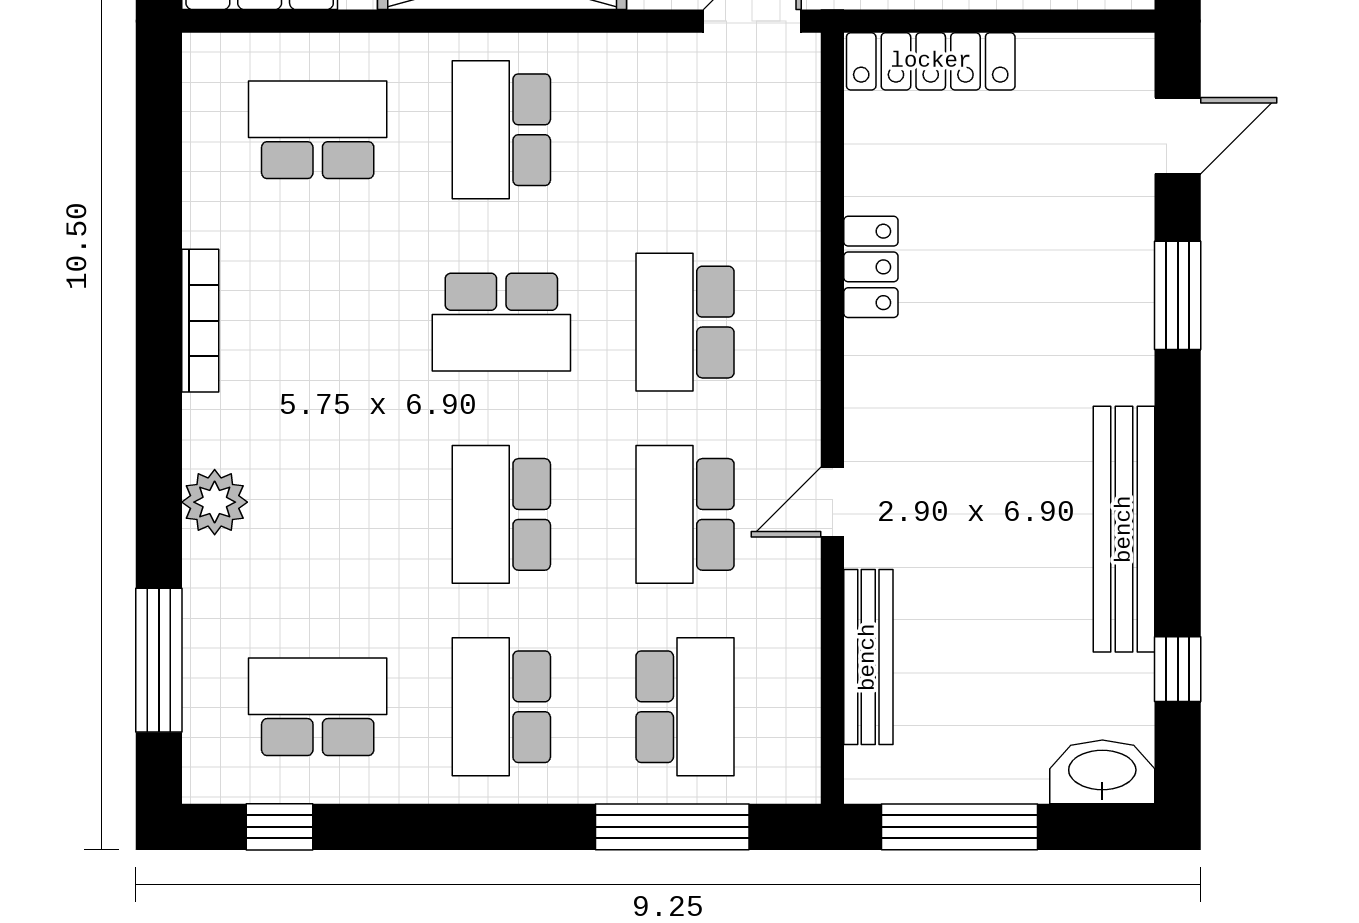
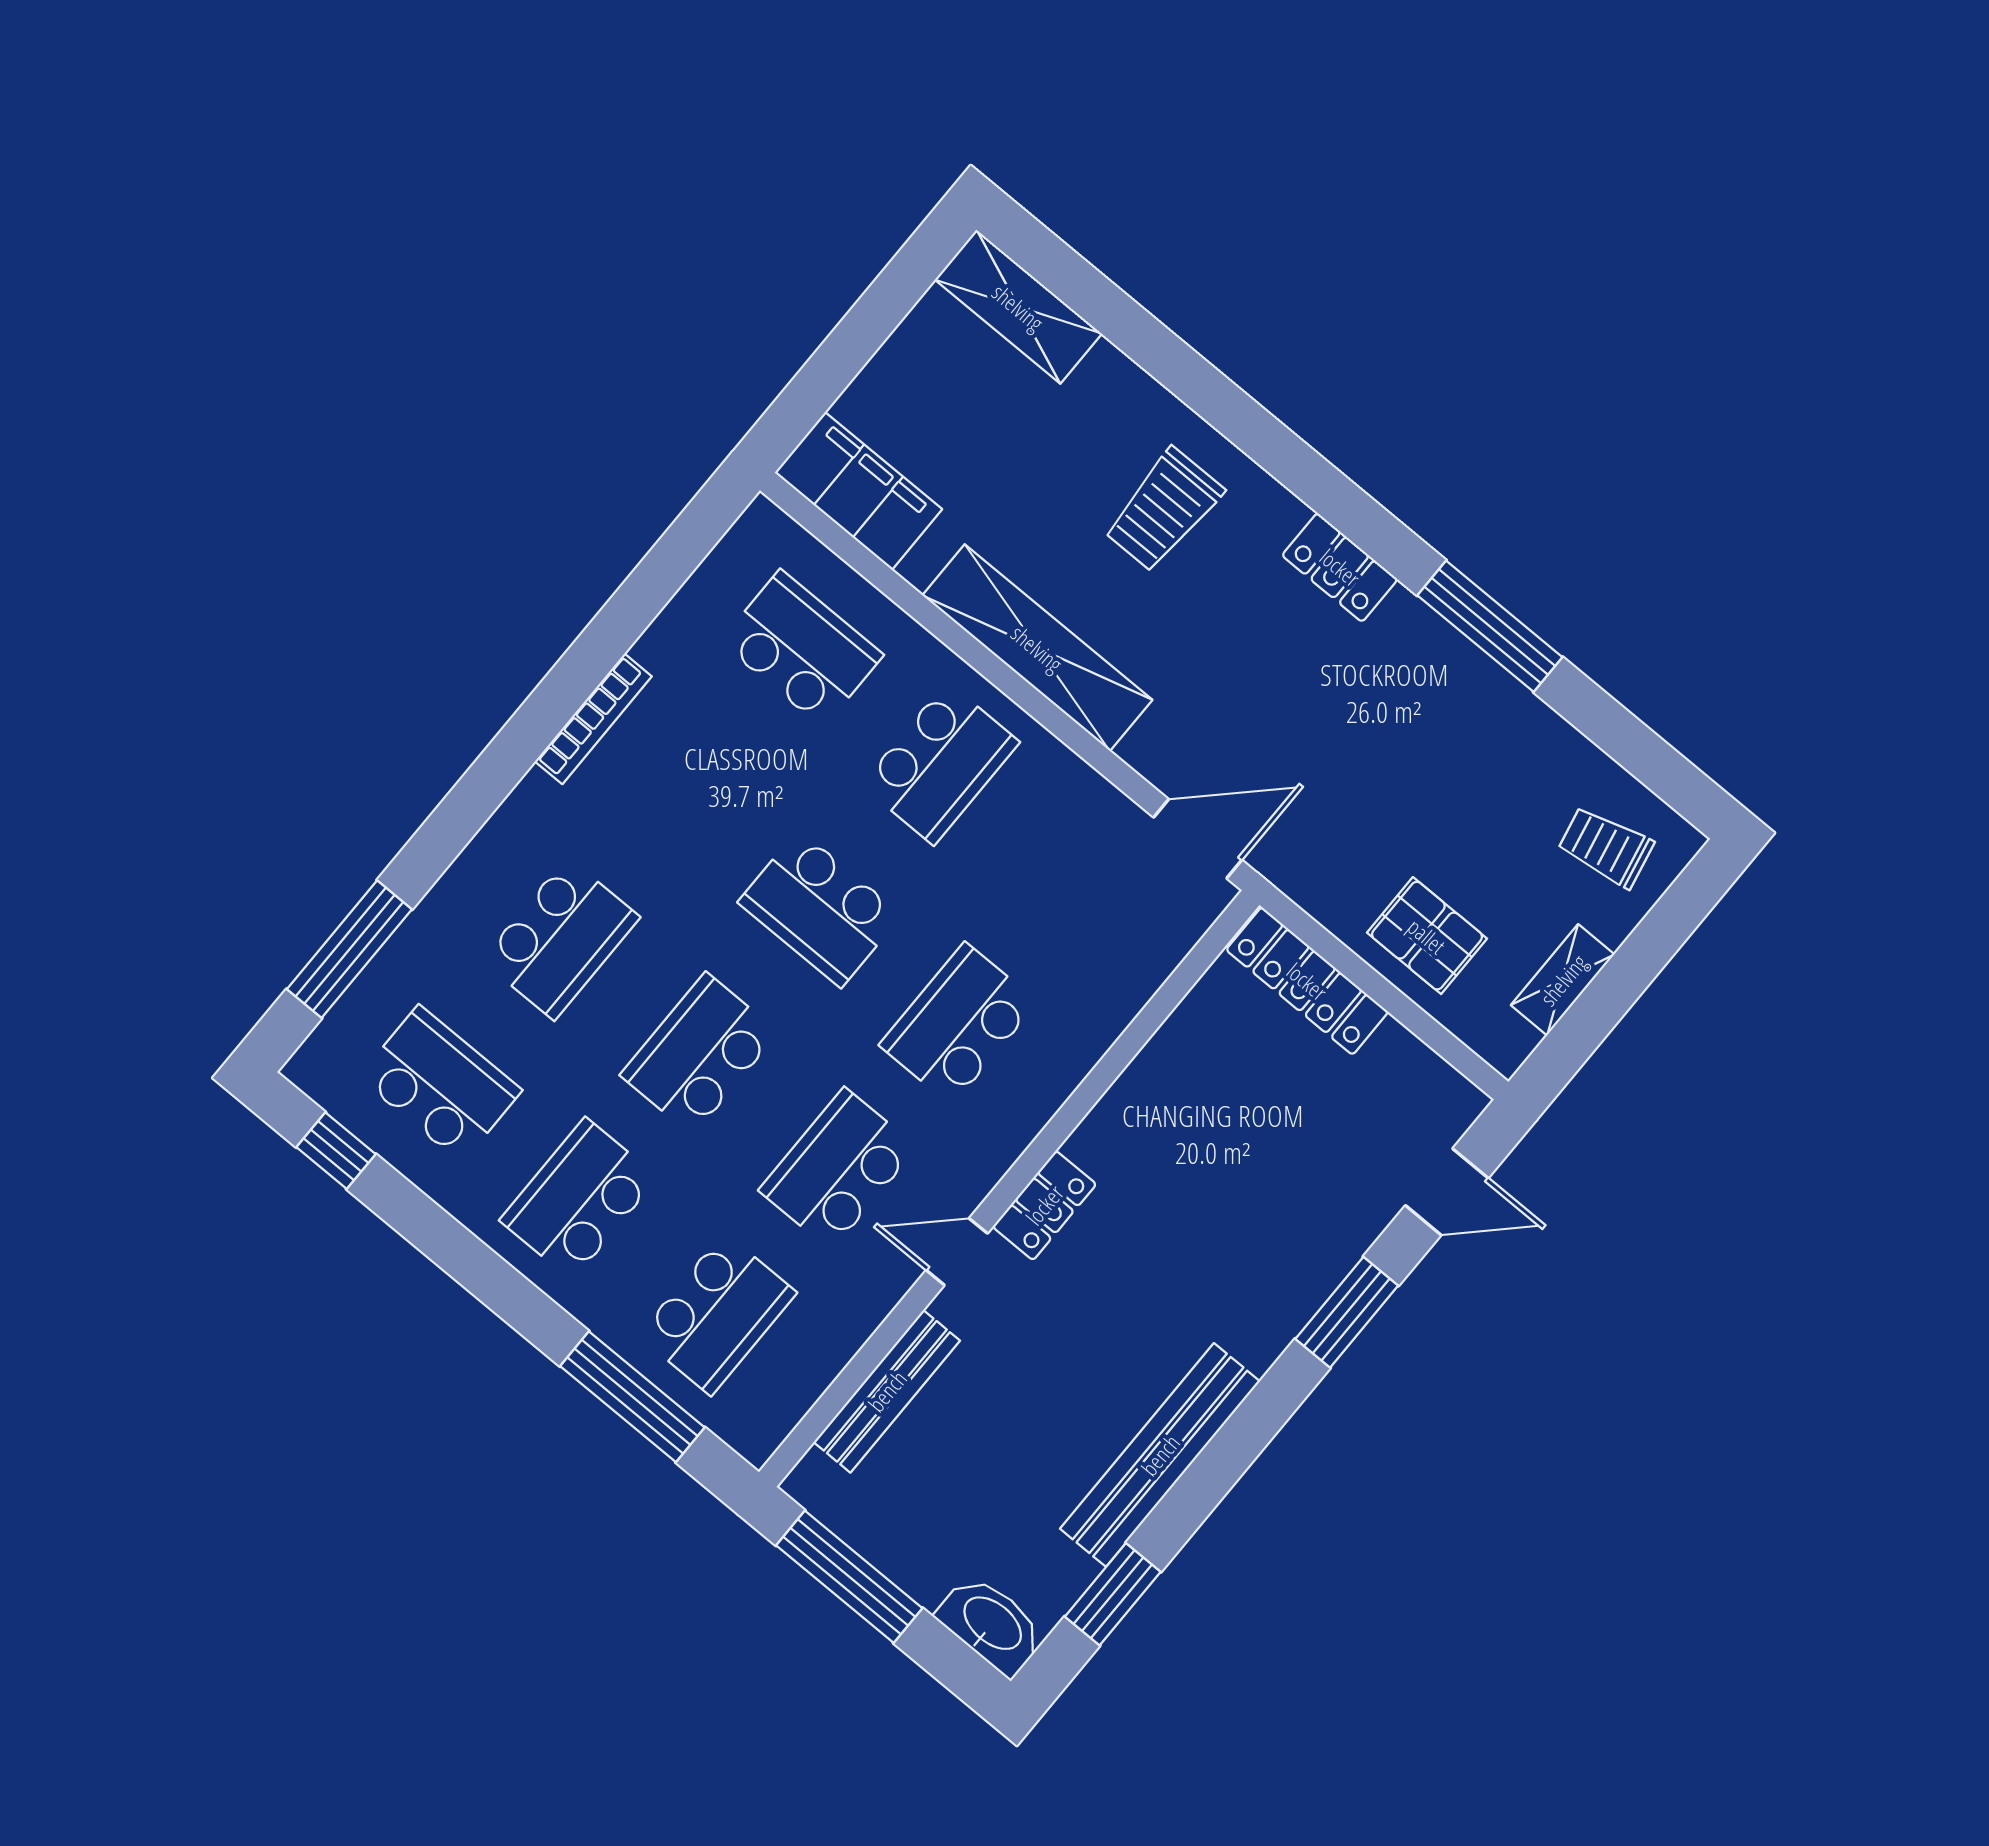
school desk: (501, 130) -> (940, 763), turned 180
locker: (871, 267) -> (1044, 1205), moved
plant: (215, 502) -> (491, 865), removed
school desk: (318, 514) -> (561, 939), added
window: (1178, 669) -> (1113, 1594), width x1.50

